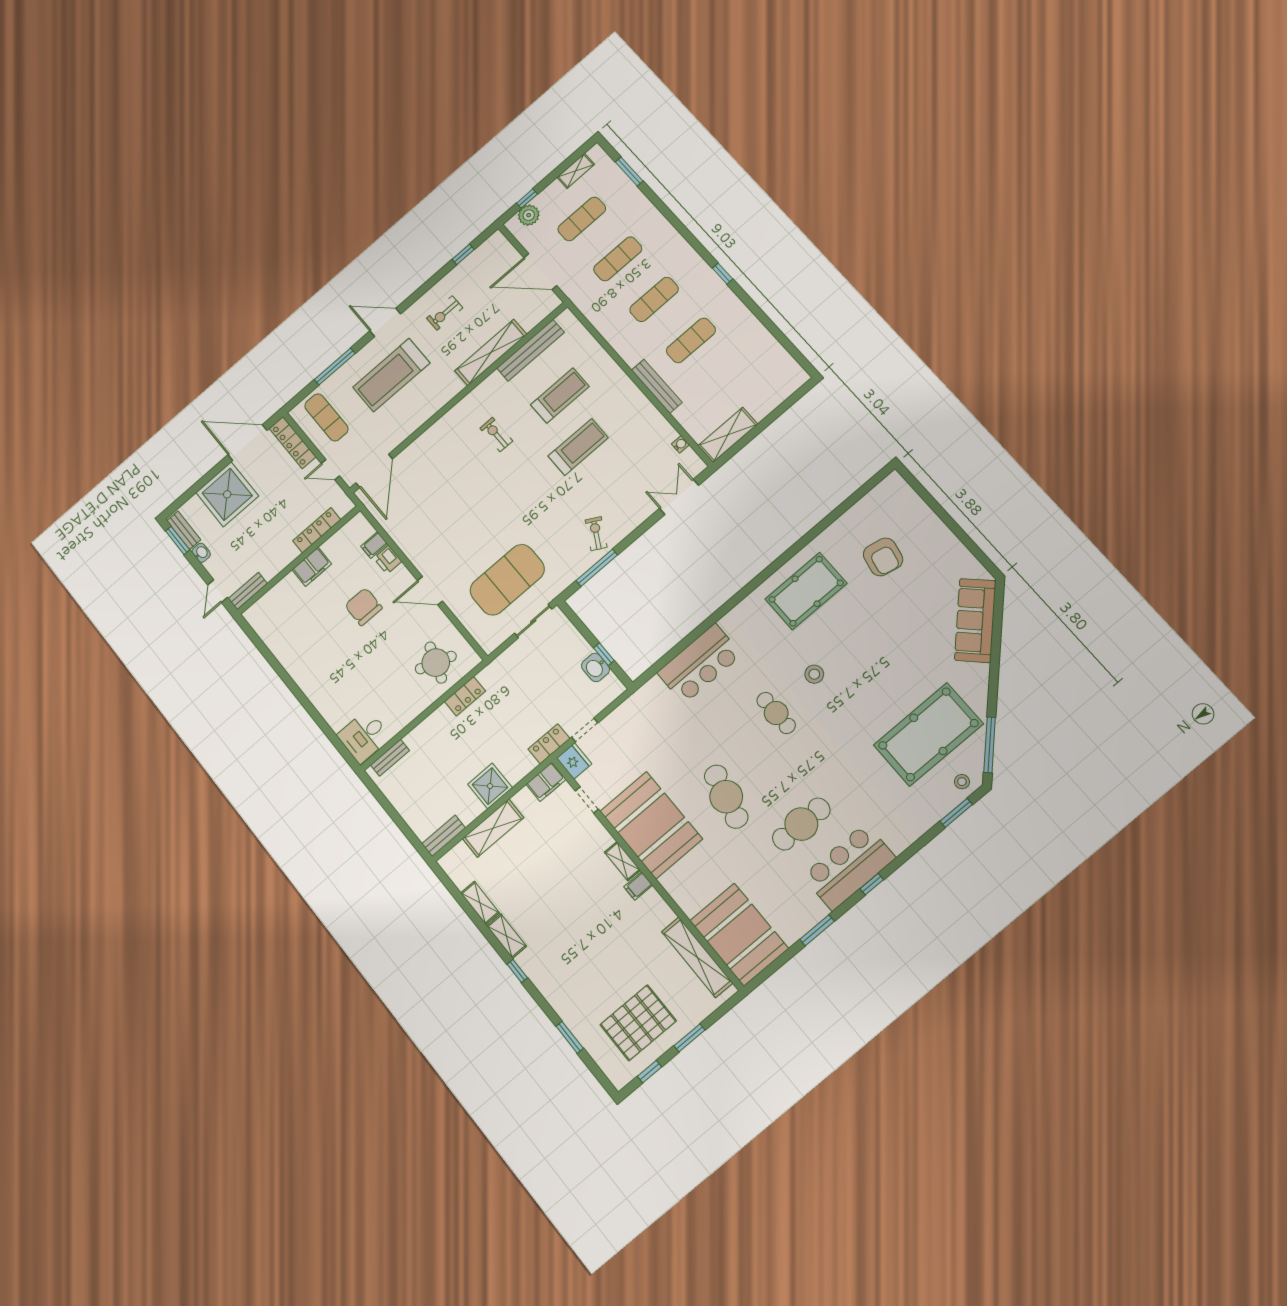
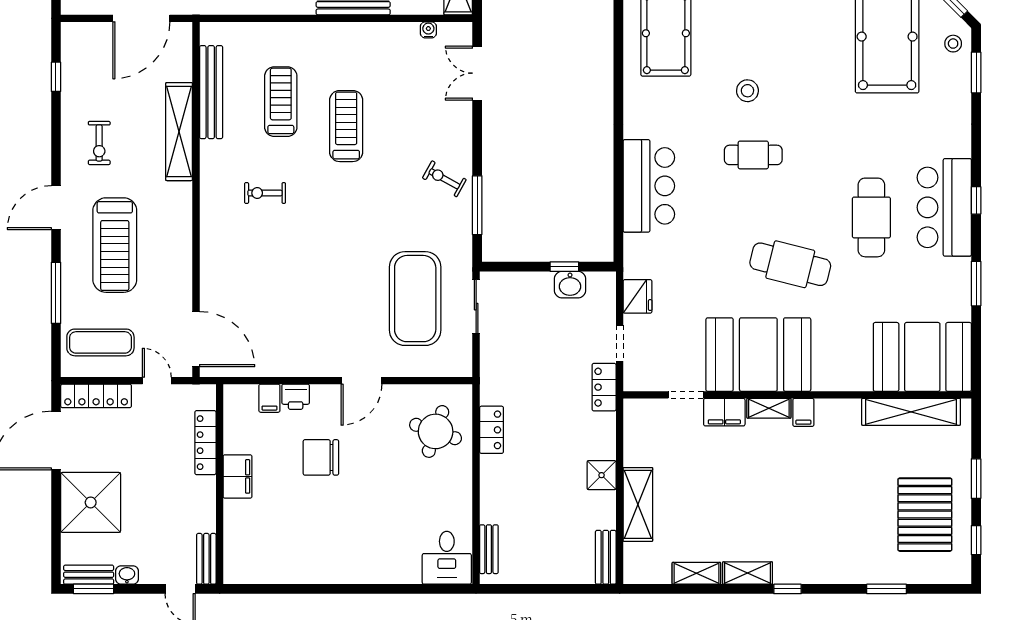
door: (330, 470) -> (157, 381), swing flipped
fridge: (574, 761) -> (638, 296), moved, turned 90
filing cabinet: (546, 782) -> (724, 412), moved, turned 90
shower: (490, 786) -> (602, 475), width x0.73, depth x0.73

